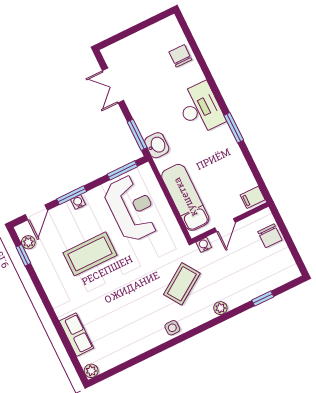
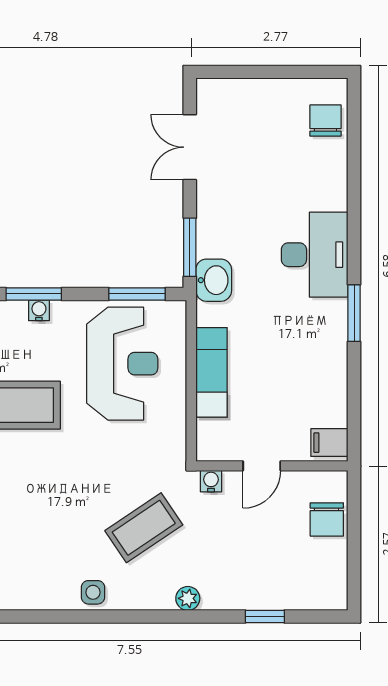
chair: (180, 56) -> (325, 120), moved
exam couch: (185, 197) -> (211, 372), width x0.73, depth x0.69

